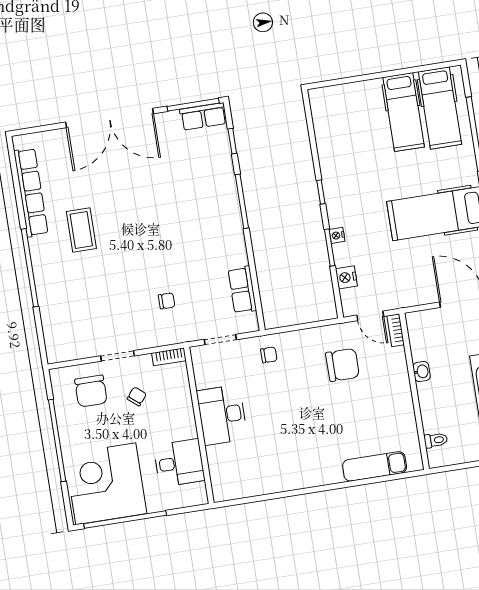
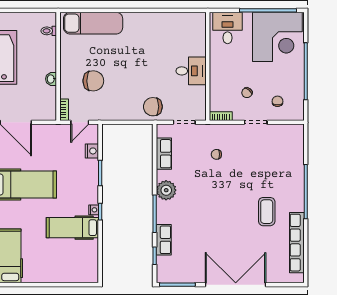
hospital bed: (404, 112) -> (72, 228), moved, turned -90
row of seats: (203, 116) -> (164, 240), moved, turned 90
nightstand: (337, 235) -> (94, 210), moved
plant: (231, 238) -> (166, 190), added
door: (370, 316) -> (80, 122), swing flipped
chair: (269, 355) -> (153, 107), width x1.87, depth x1.87
chair: (343, 365) -> (93, 81), moved, turned 180
chair: (91, 391) -> (277, 101), width x0.54, depth x0.54
desk: (222, 415) -> (191, 71), width x0.73
desk: (179, 463) -> (228, 28), moved, turned 90
exam couch: (375, 466) -> (93, 23), width x1.36, depth x1.45

